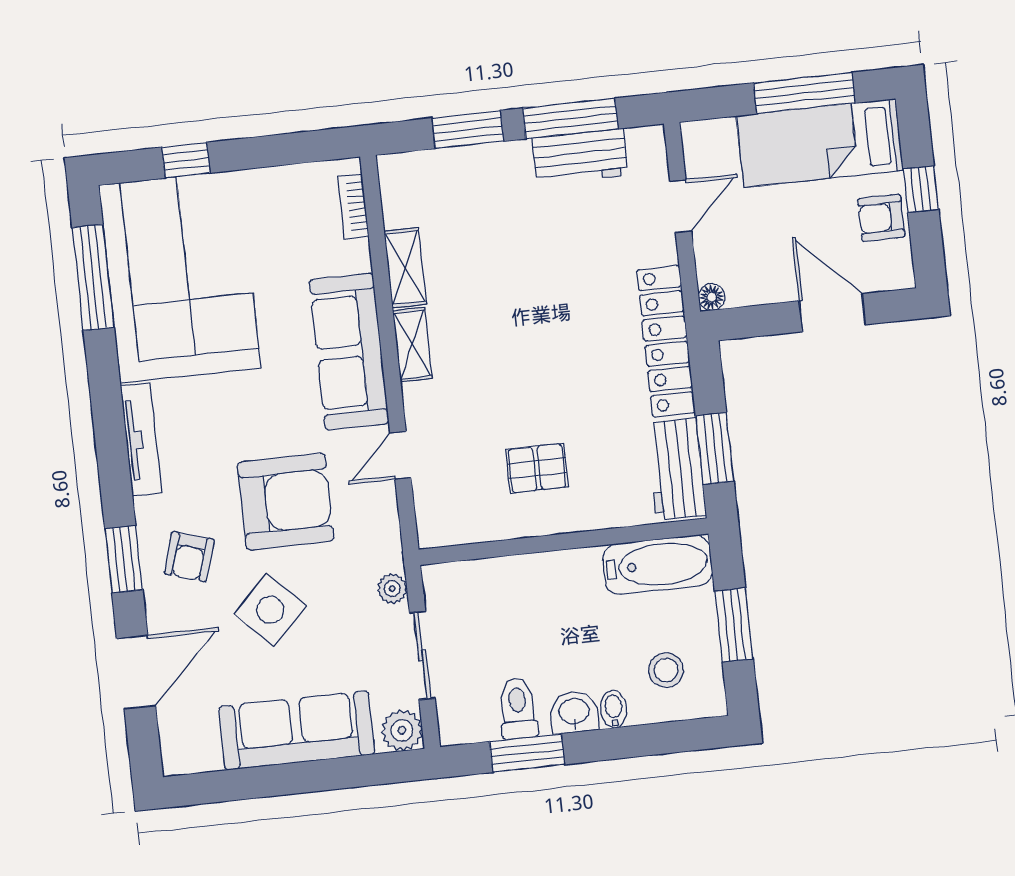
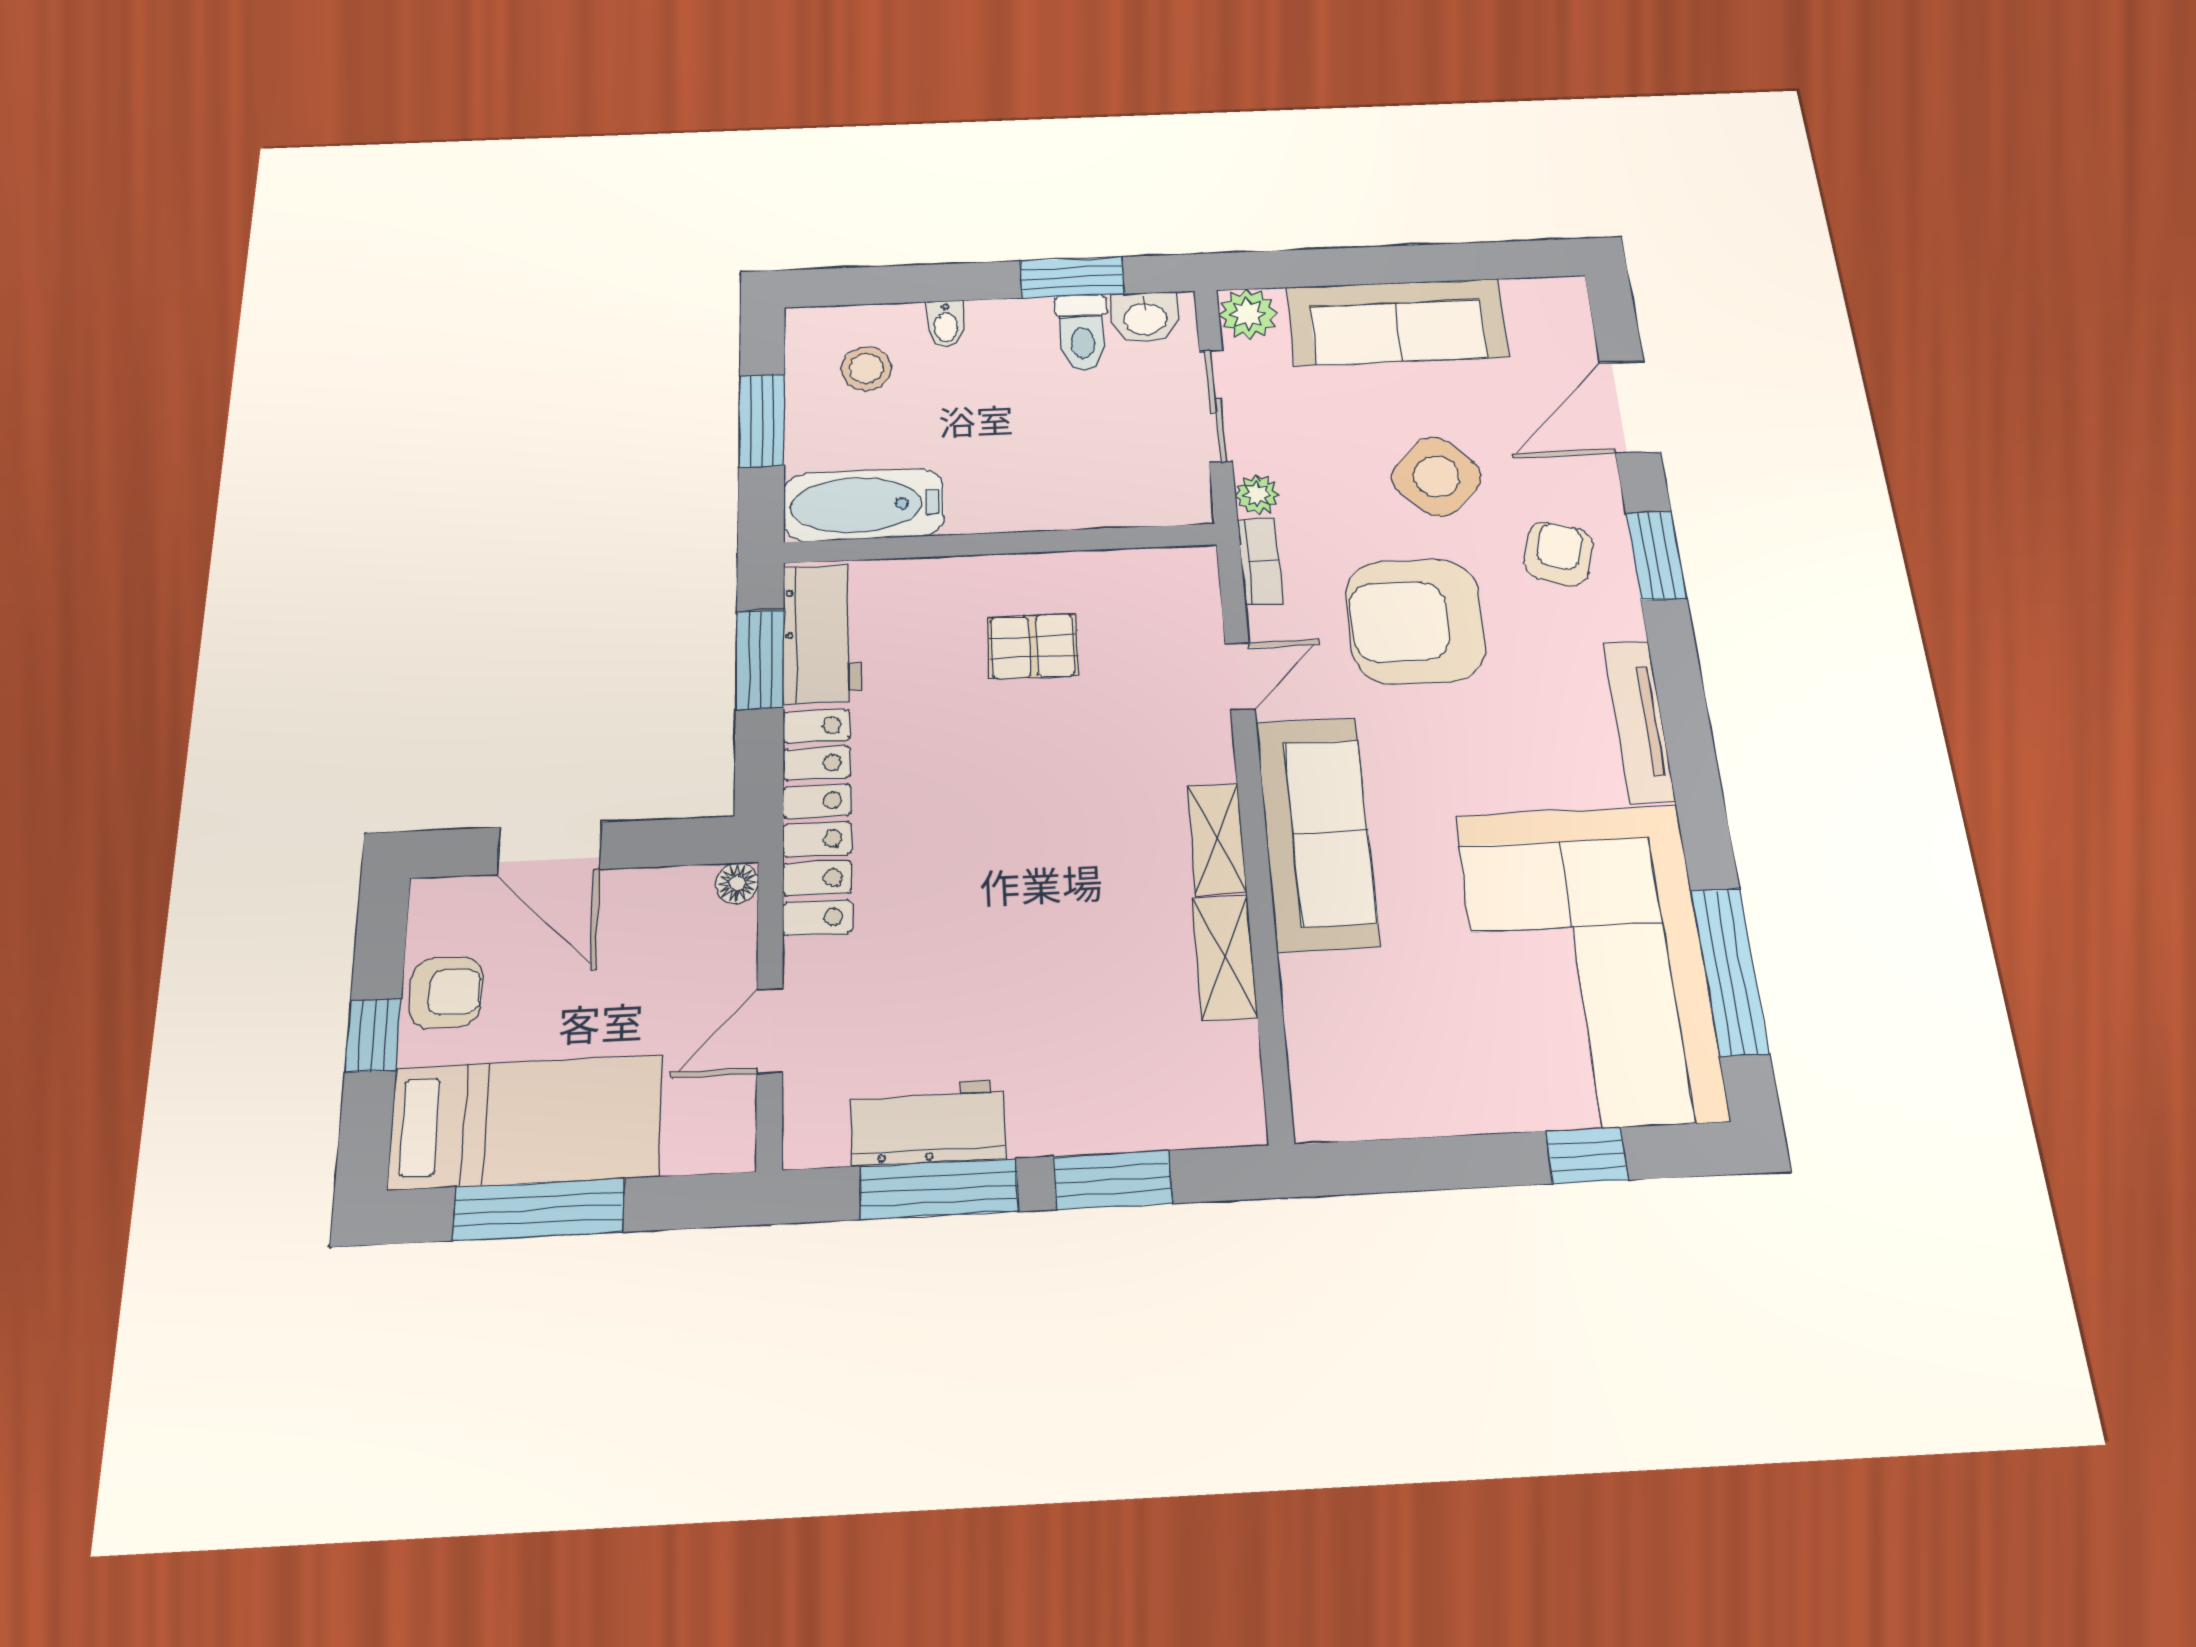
bookcase: (353, 207) -> (1260, 561), moved
washbasin: (574, 712) -> (1145, 317), moved

